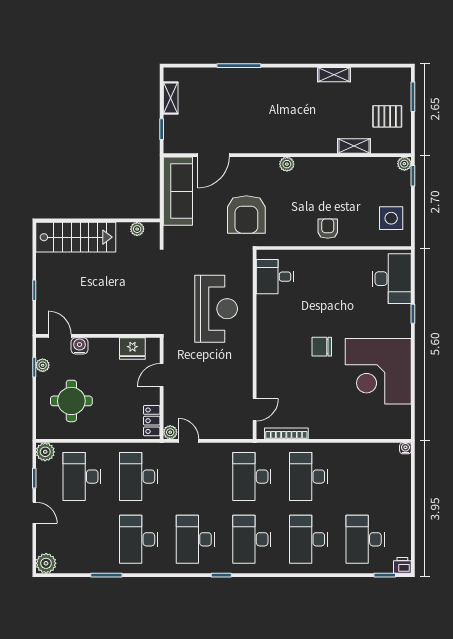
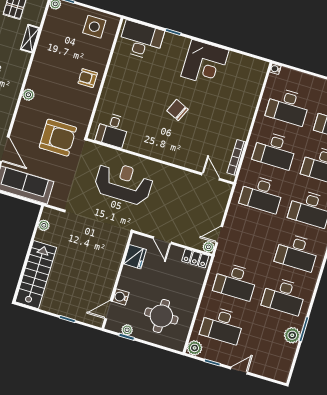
chair: (322, 347) -> (177, 110), turned 114
corner desk: (378, 371) -> (205, 63), width x0.74, depth x0.74
desk: (365, 477) -> (288, 107), added
plant: (46, 563) -> (292, 335), moved

